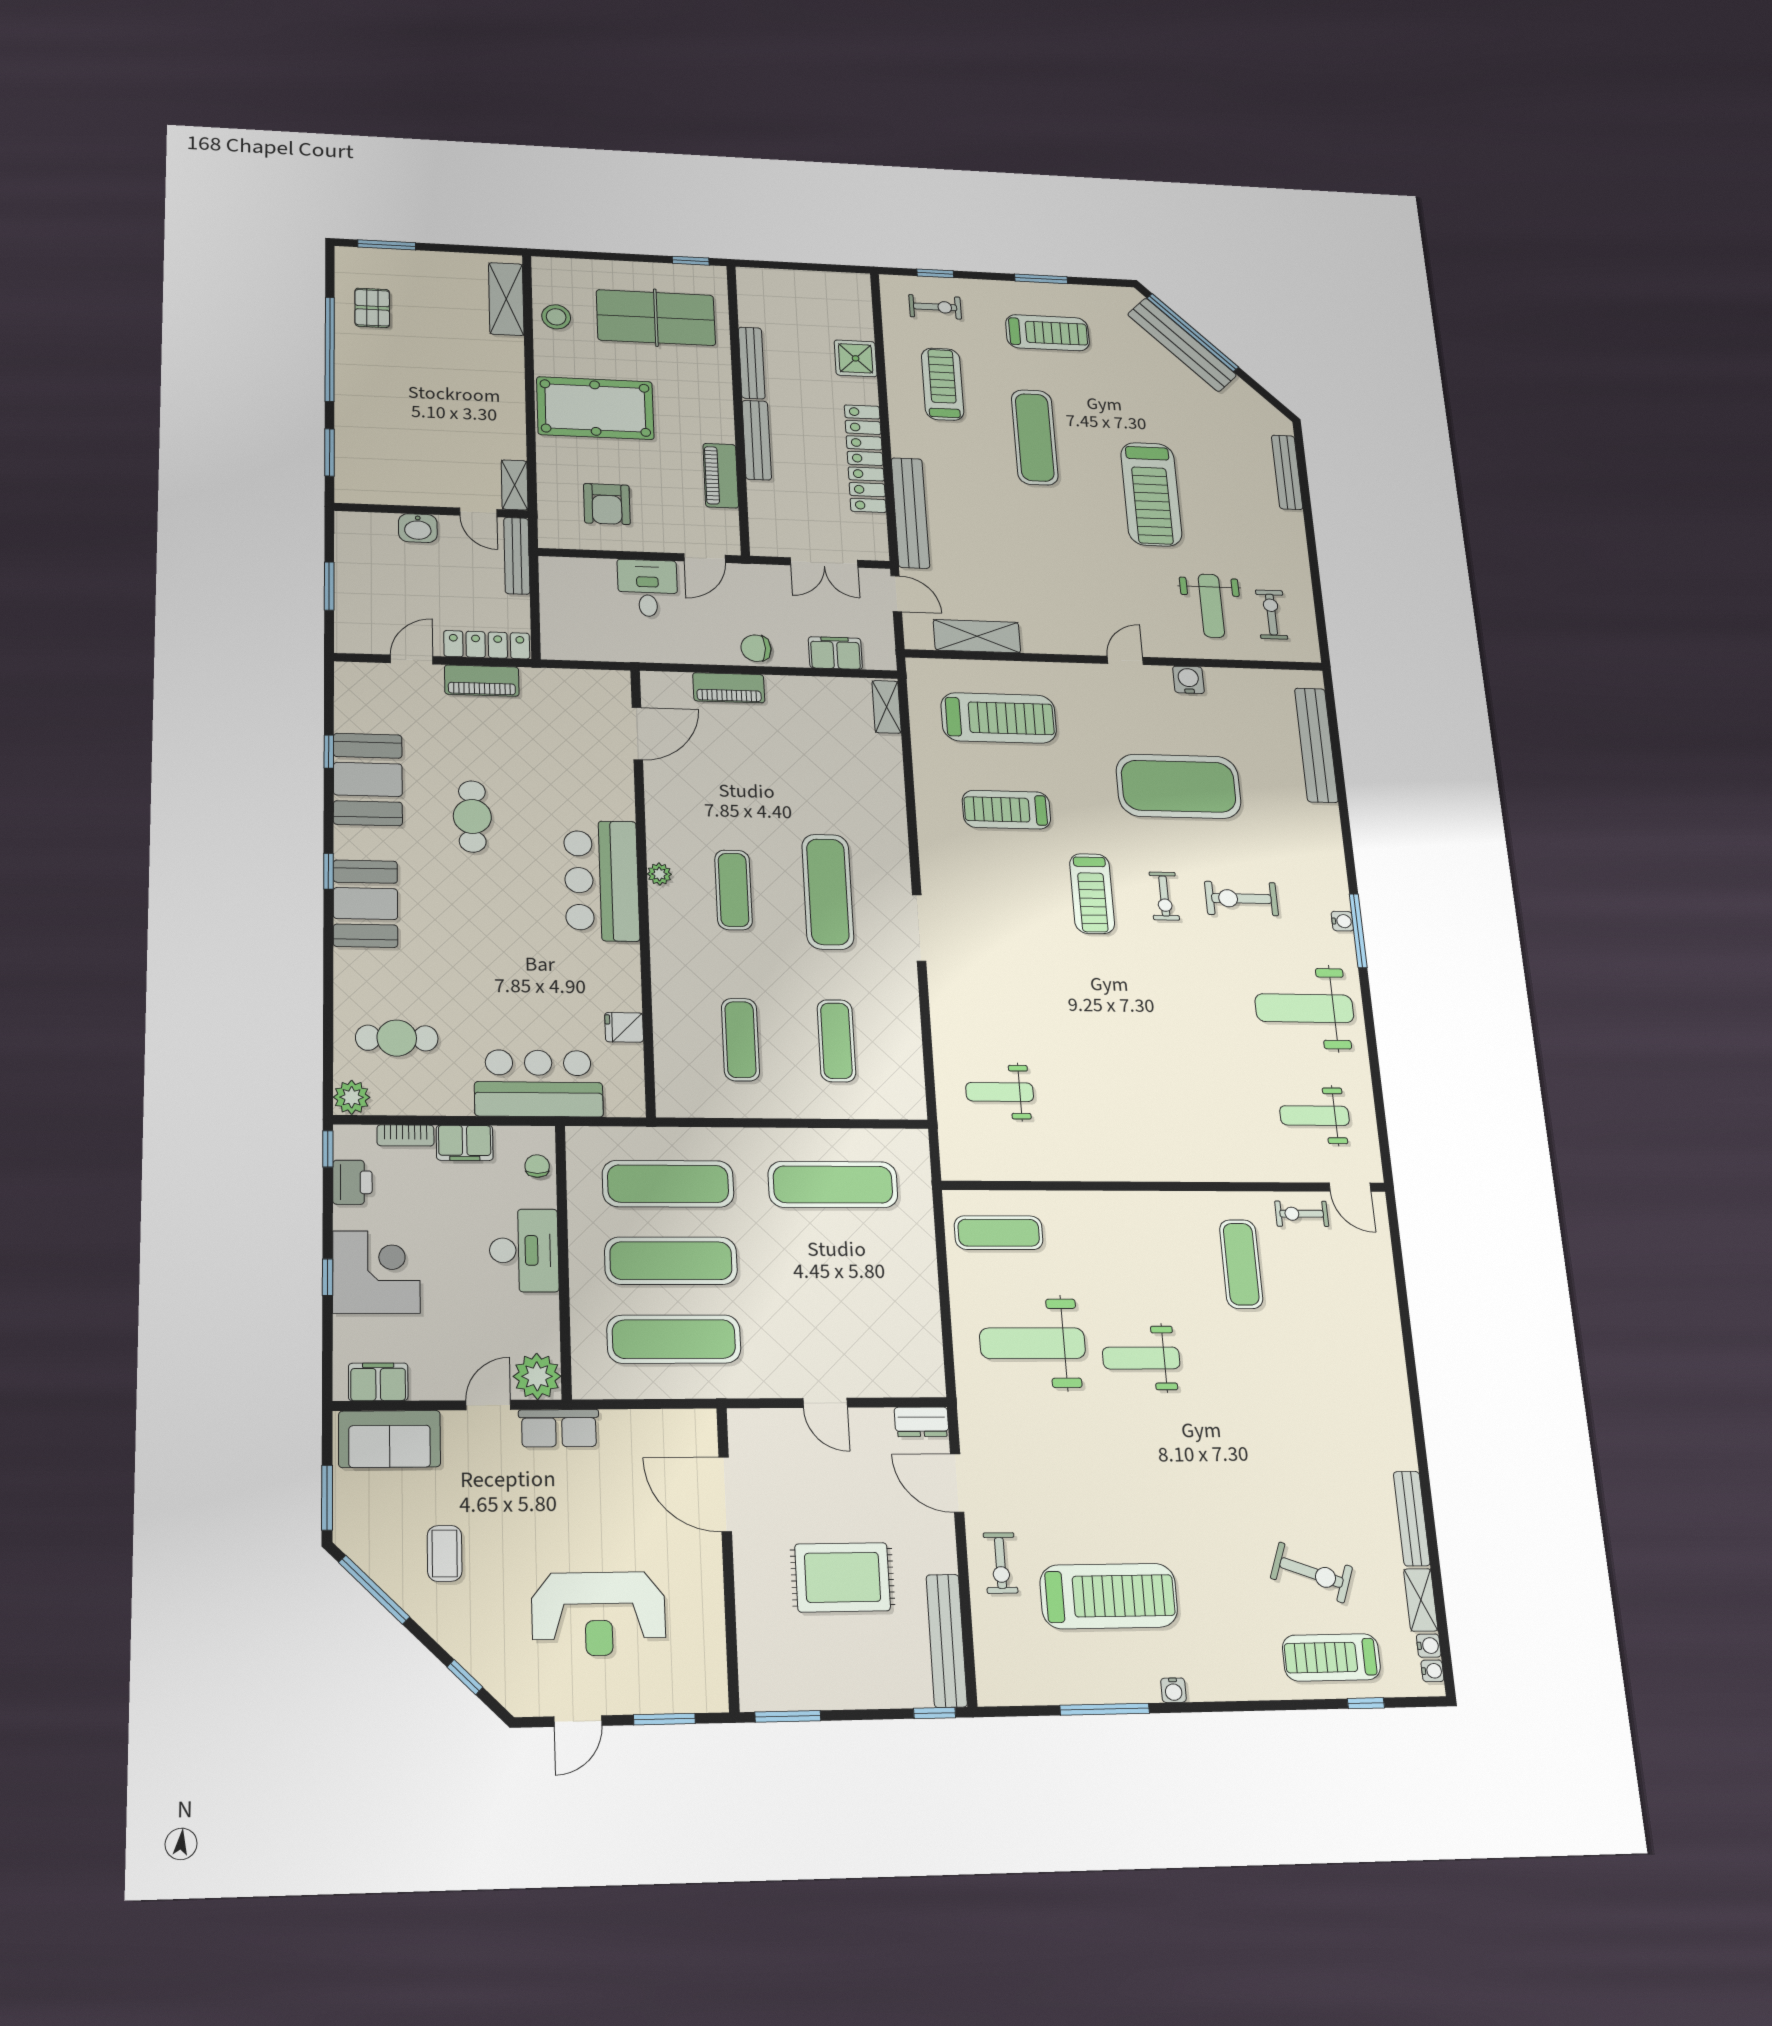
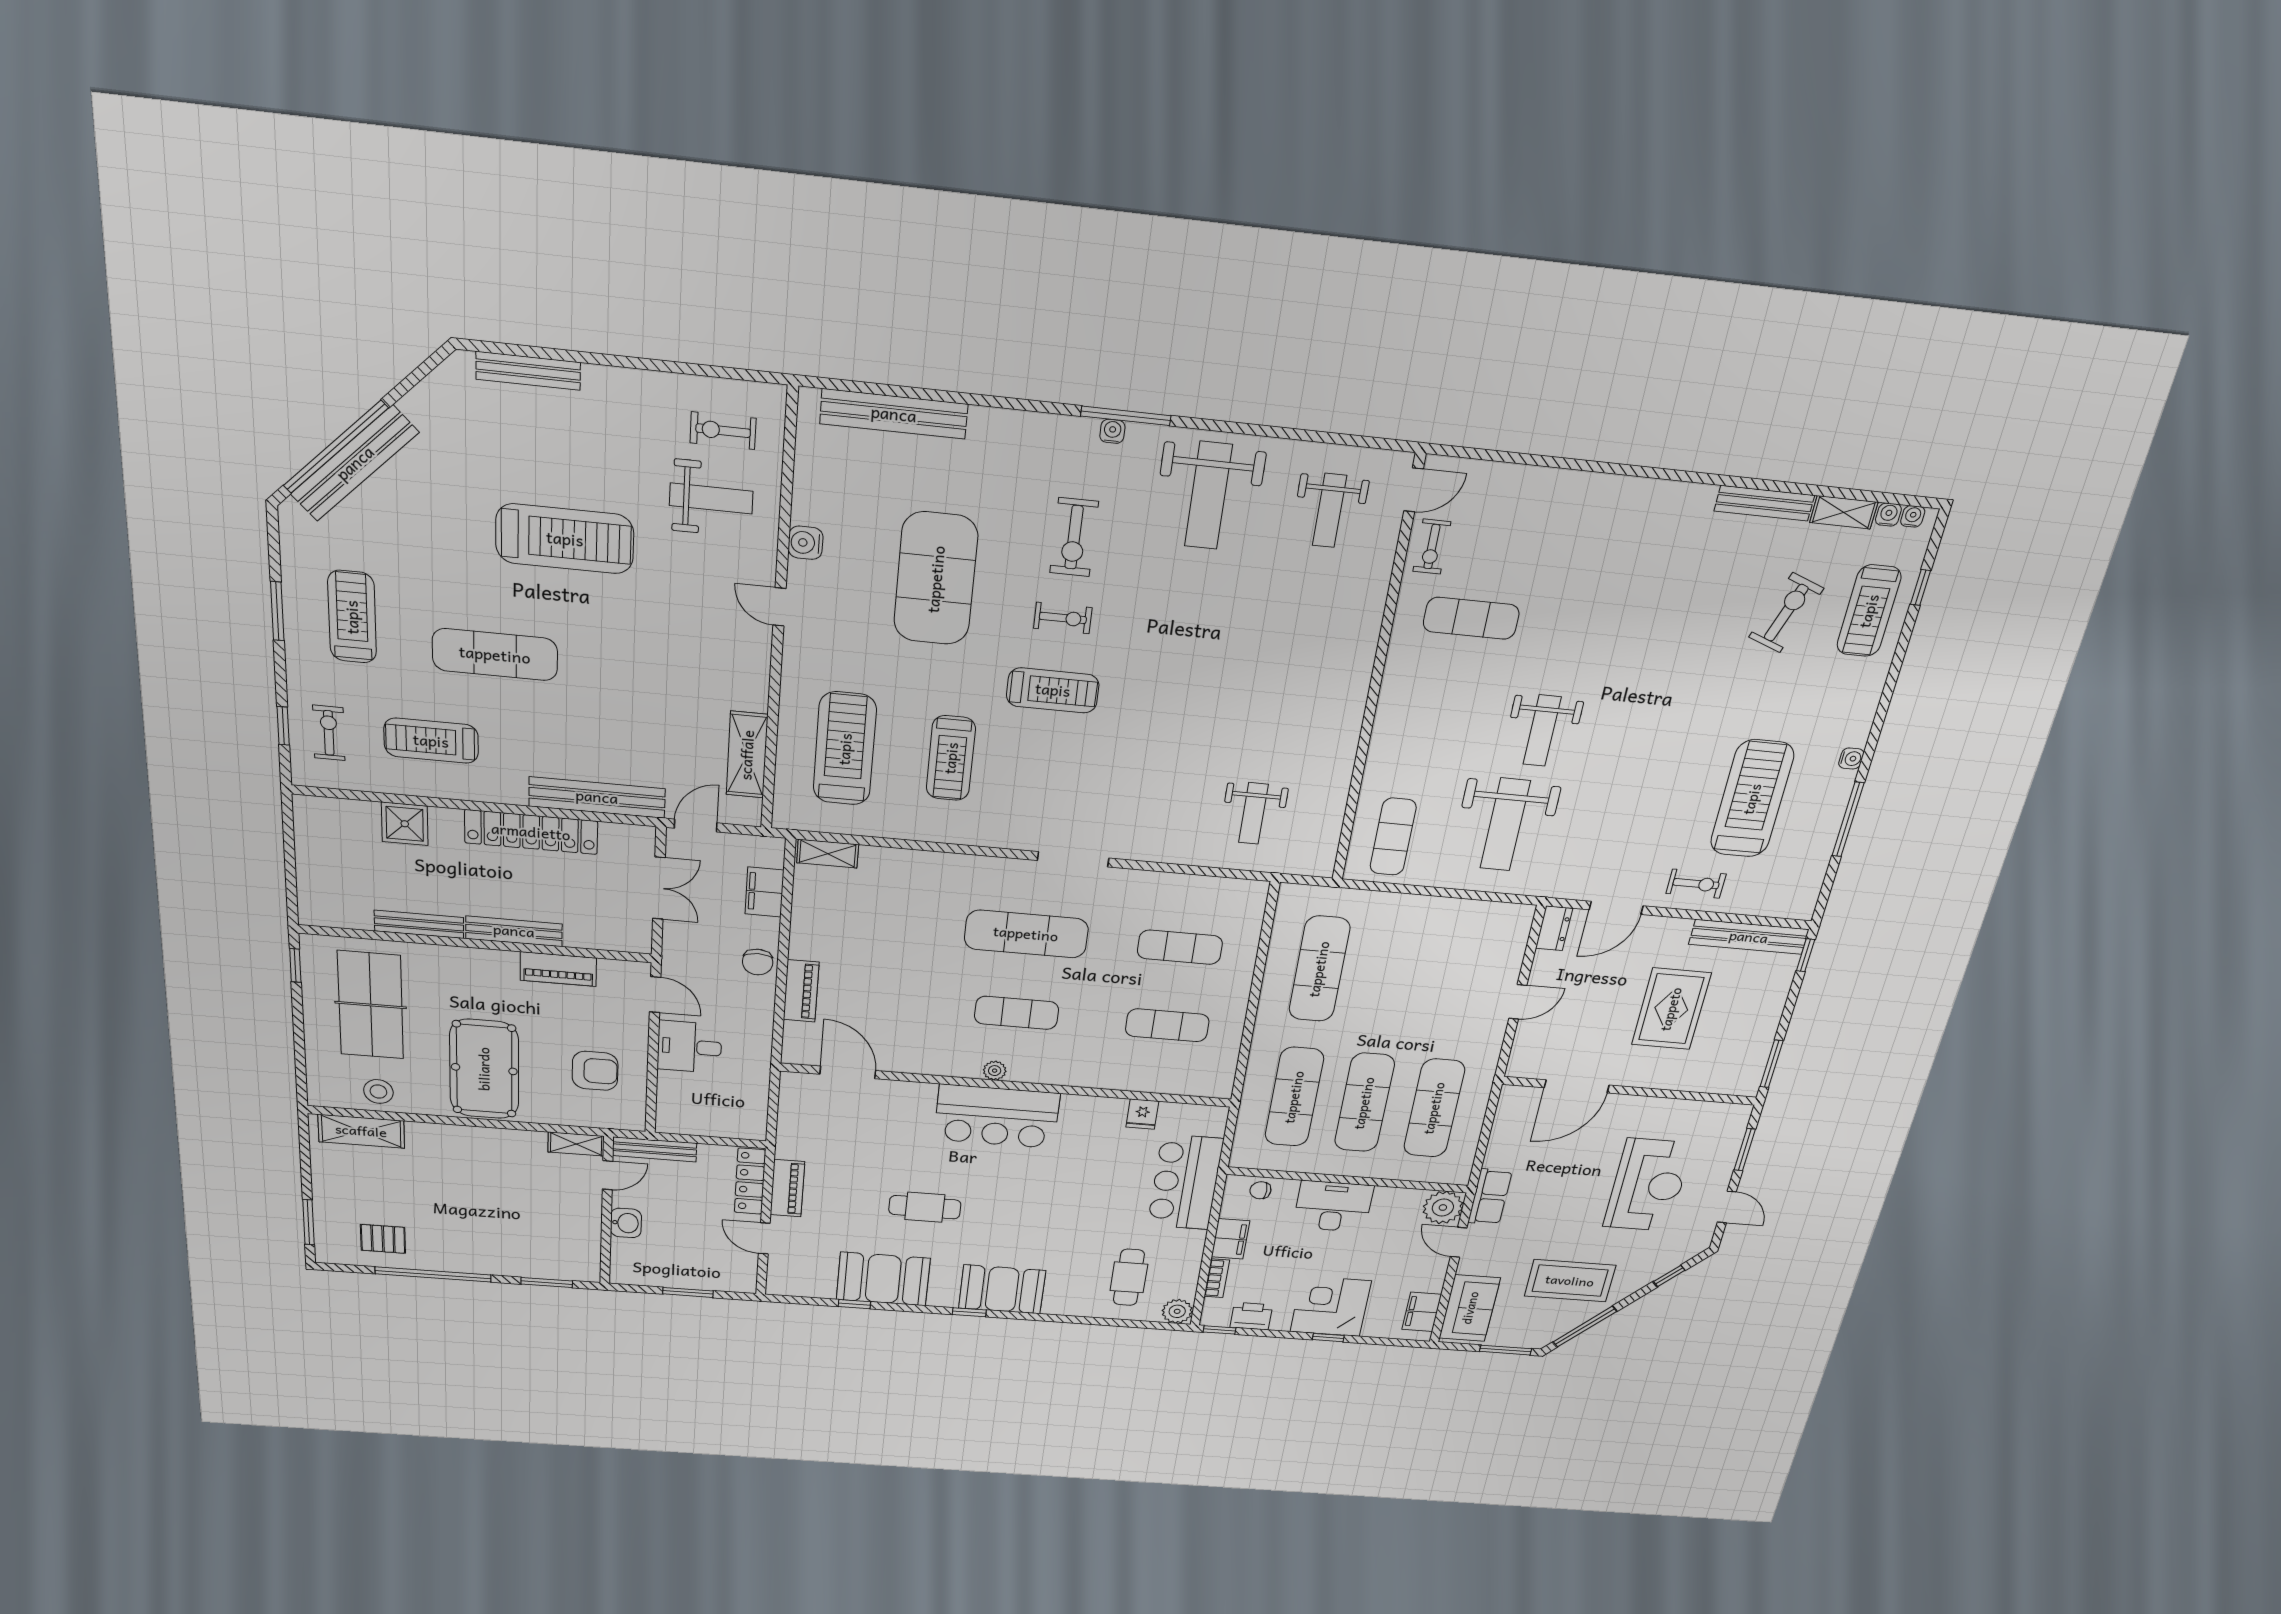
coffee table: (445, 1553) -> (1570, 1281), width x1.86, depth x1.72

